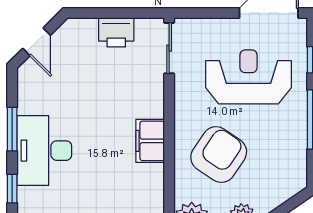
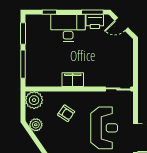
printer: (116, 32) -> (95, 22), moved, turned -90
window: (12, 129) -> (92, 12), moved
armchair: (219, 155) -> (66, 113), width x0.53, depth x0.53

